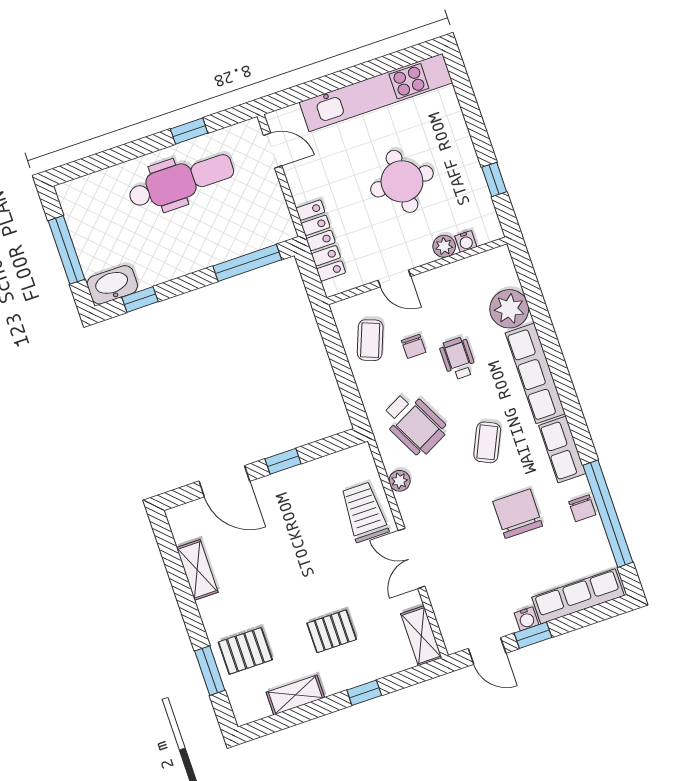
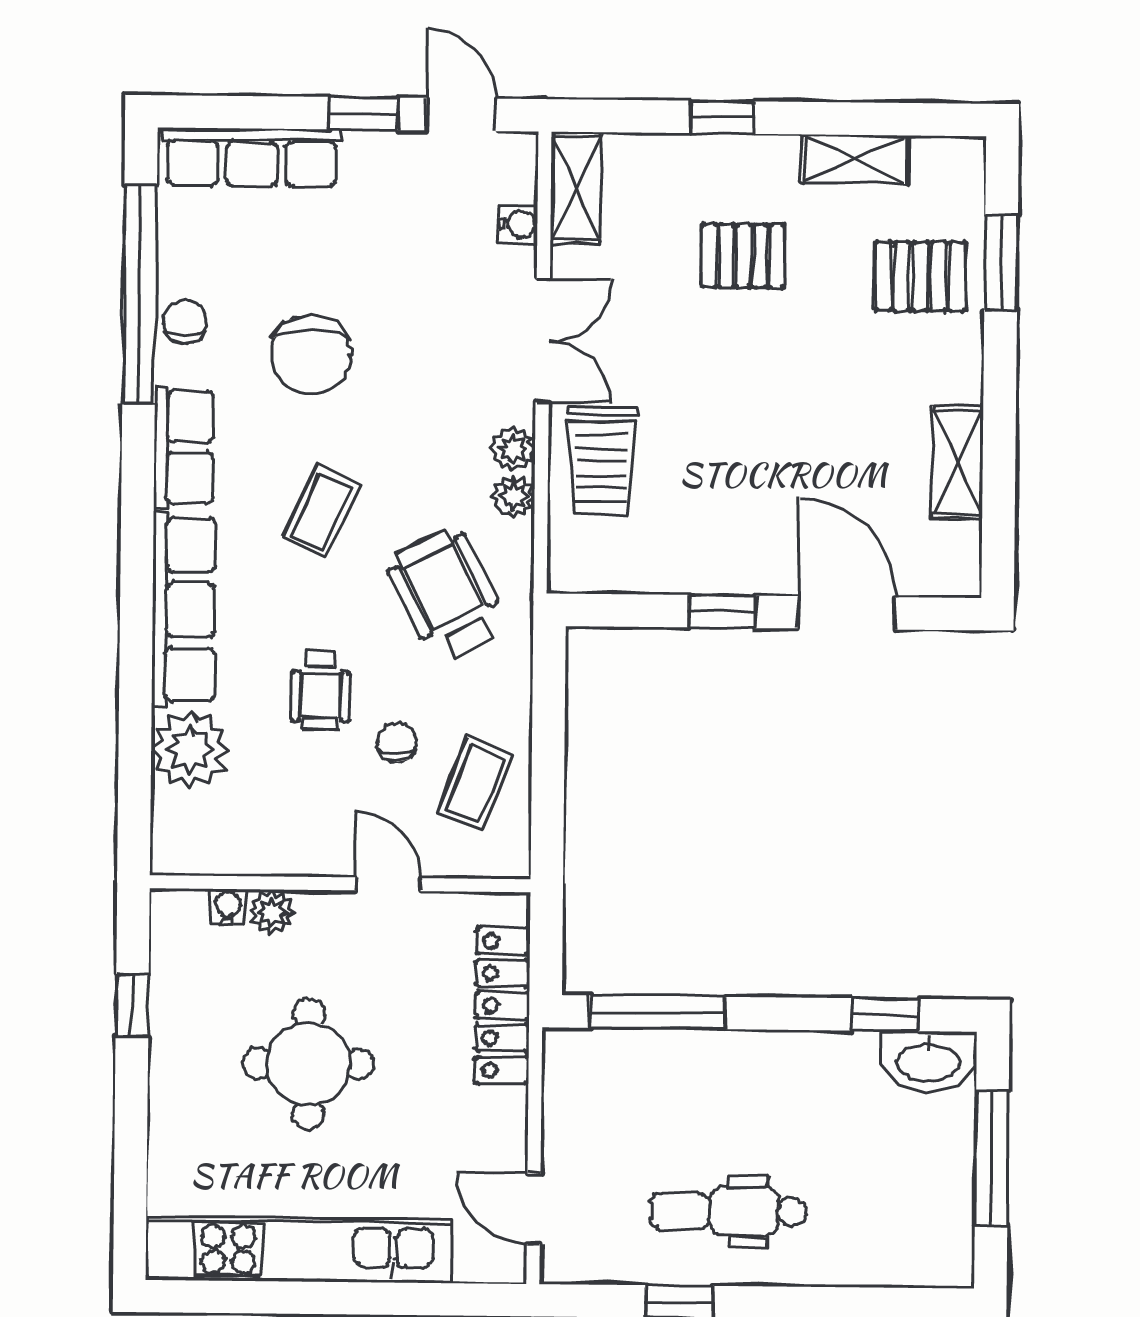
dental chair: (181, 181) -> (728, 1212), width x0.73, depth x0.72
plant: (408, 503) -> (513, 449), added
water cooler: (526, 619) -> (518, 224), moved, turned 90

